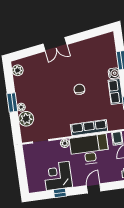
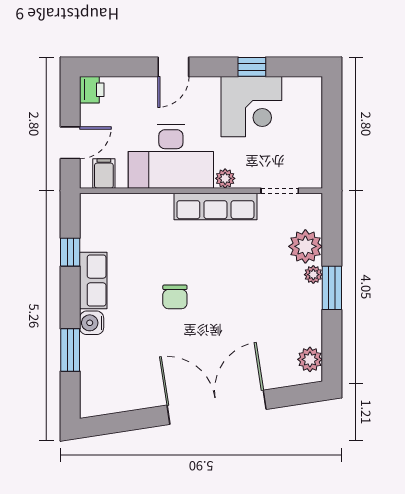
double door: (55, 44) -> (217, 407), width x1.87
row of seats: (89, 128) -> (215, 206), moved

